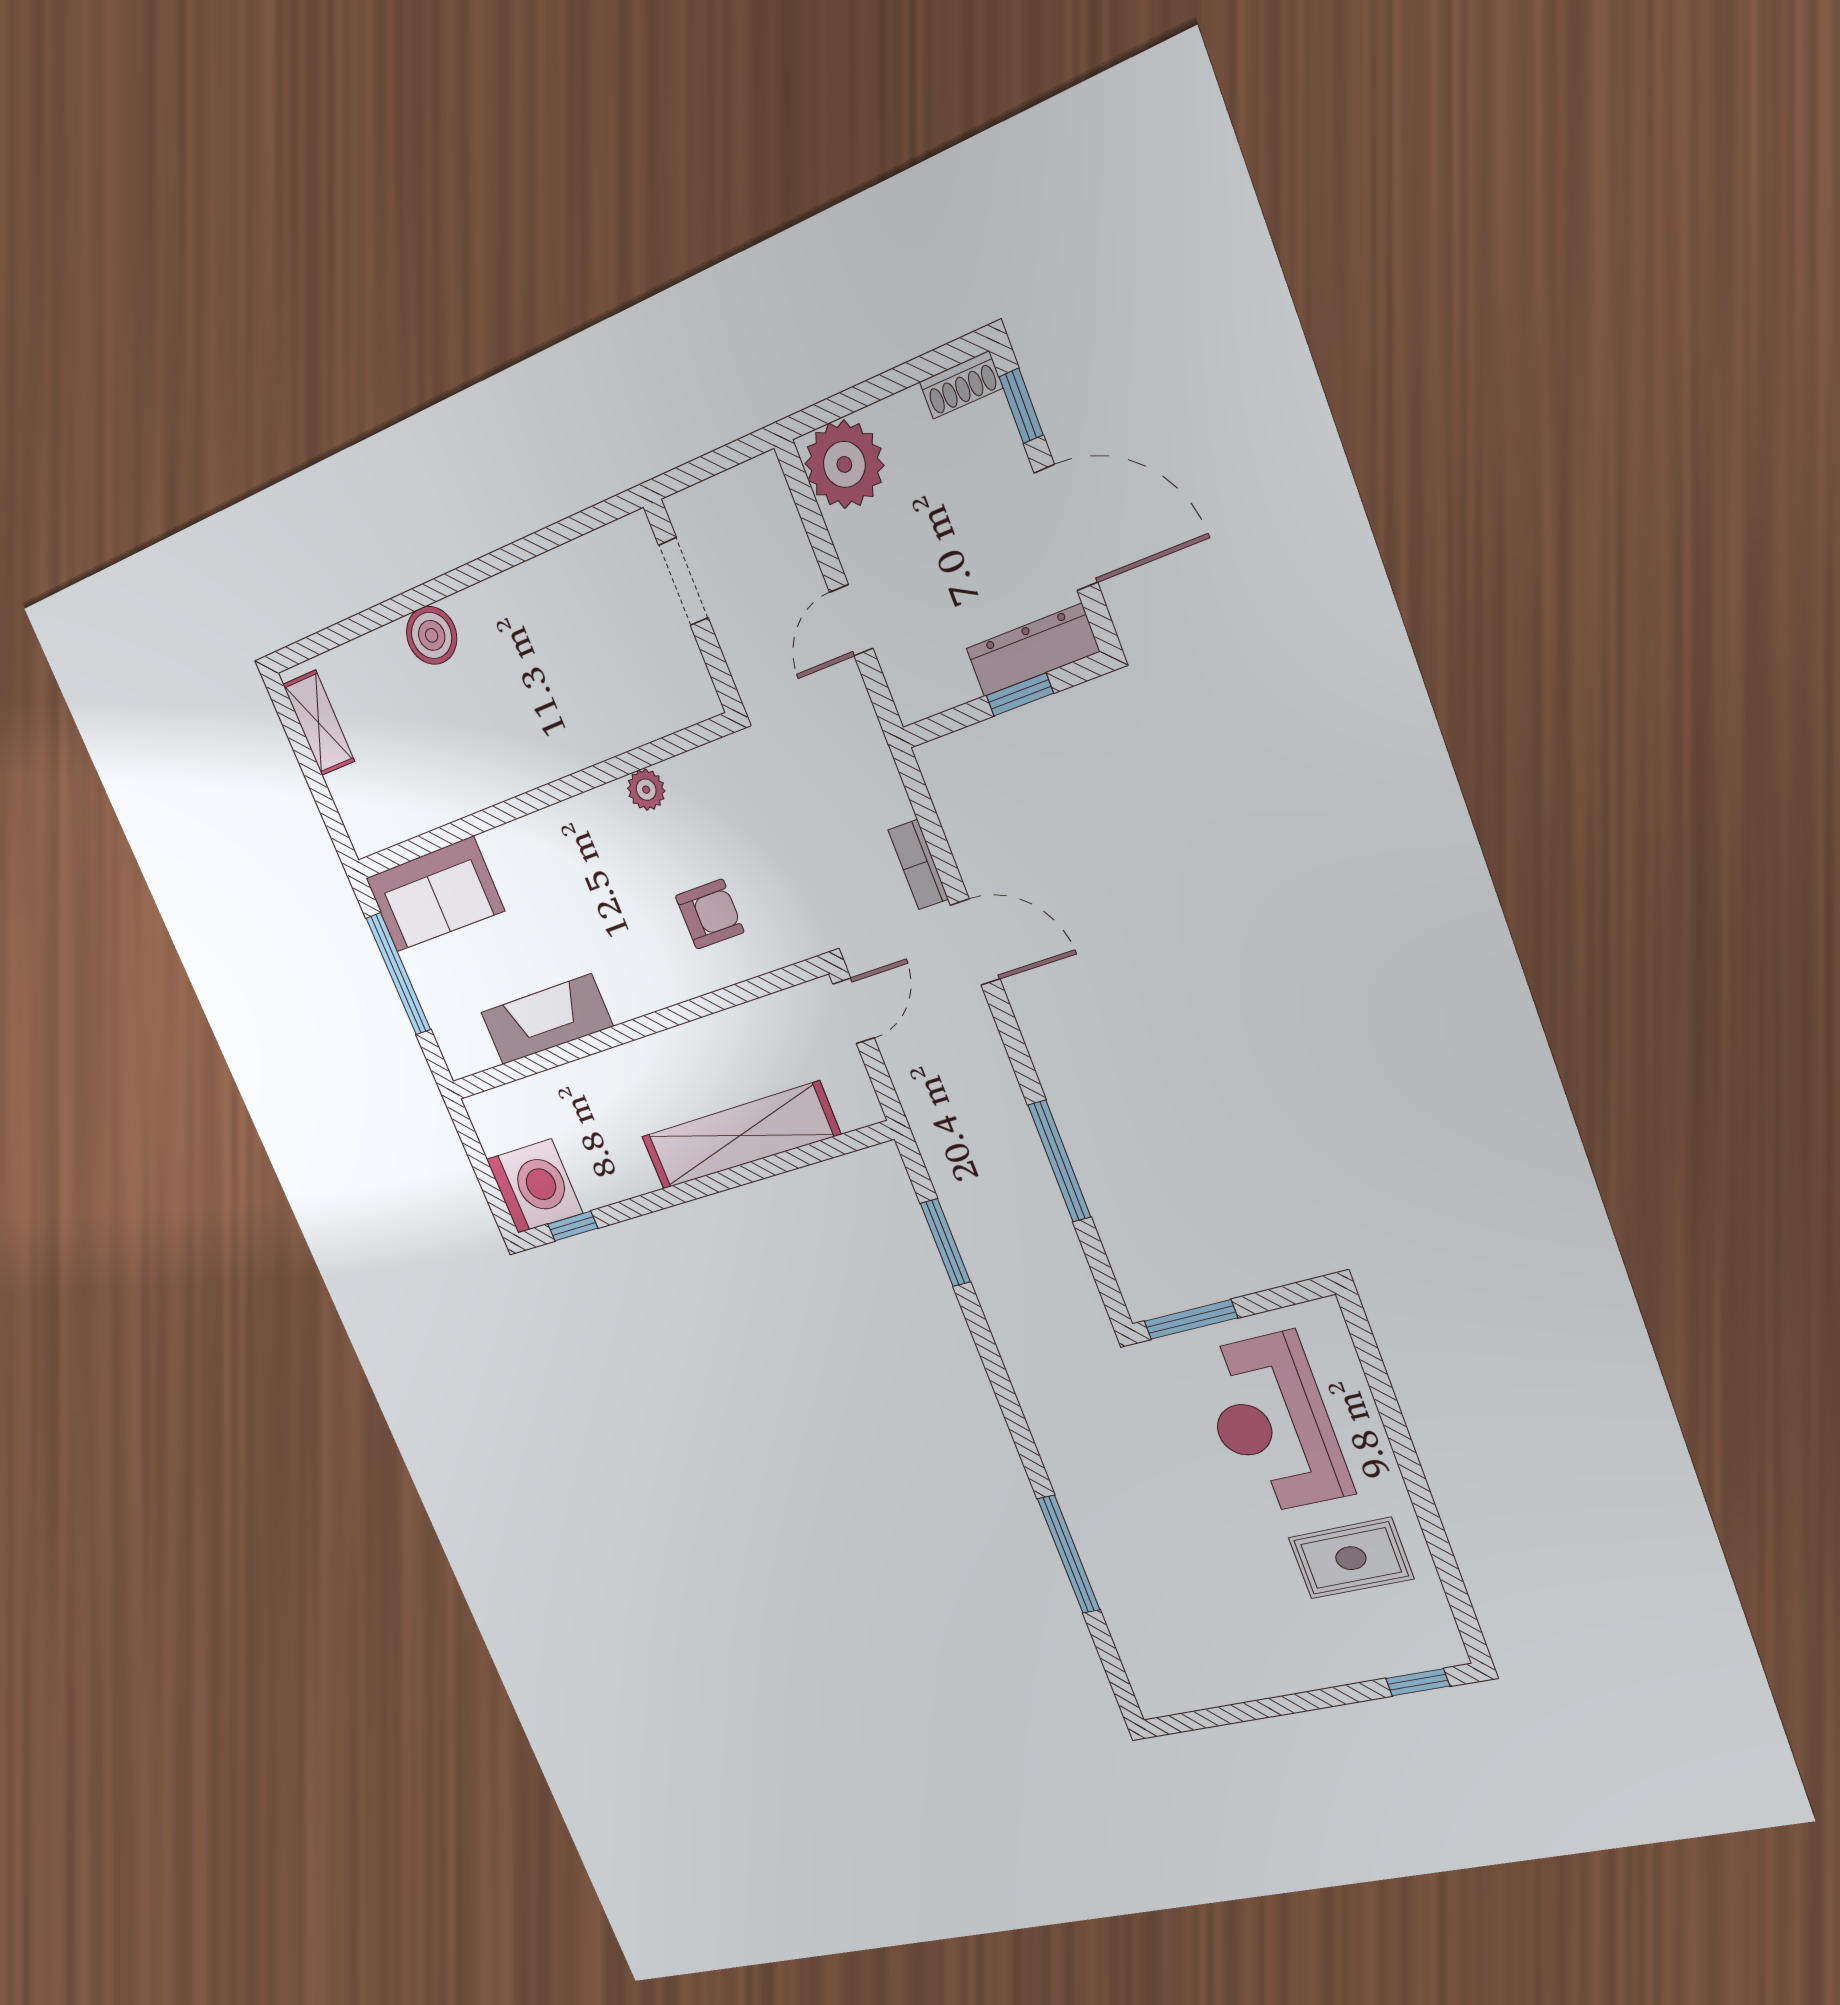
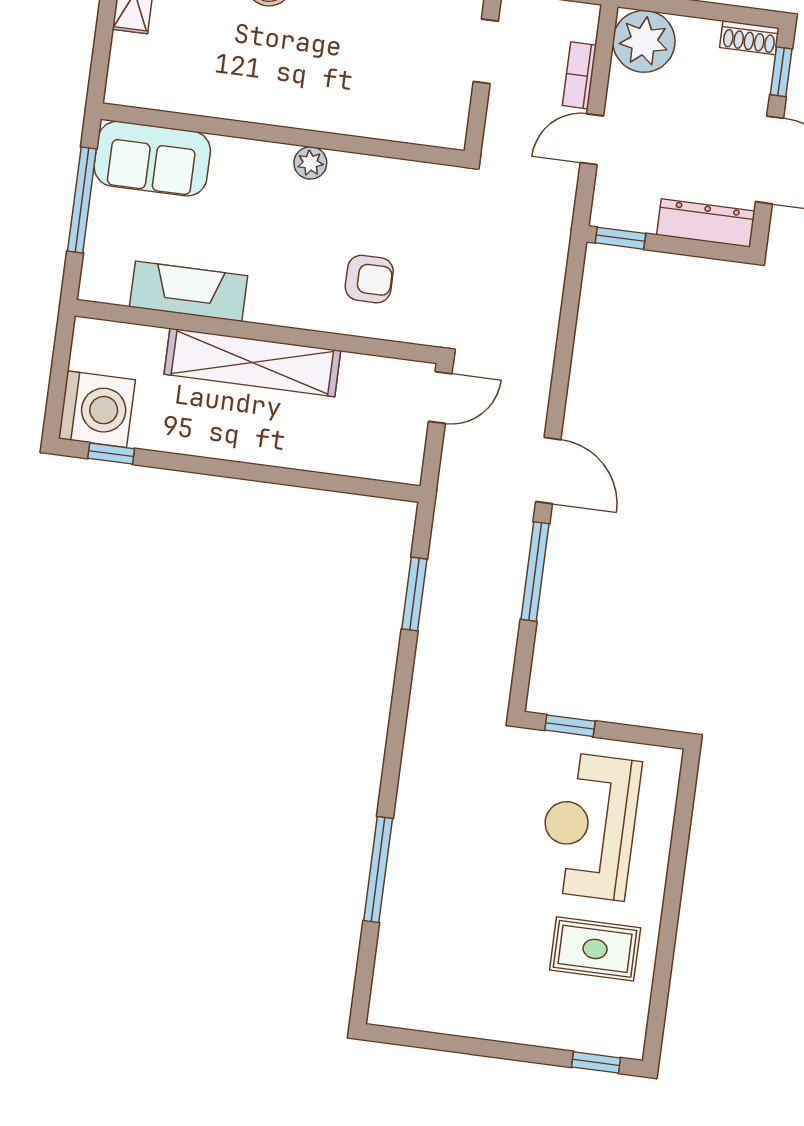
window: (1020, 694) -> (620, 238), moved
plant: (646, 790) -> (310, 163), moved
bookcase: (918, 865) -> (579, 75), moved
door: (975, 942) -> (548, 471), moved
shelving: (740, 1136) -> (252, 362), moved
window: (1191, 1320) -> (570, 726), width x0.67

